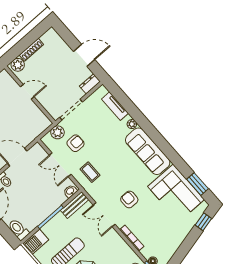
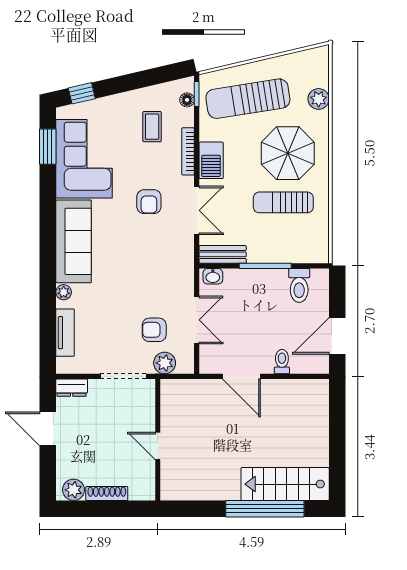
plant: (18, 65) -> (73, 490), moved
coffee table: (90, 172) -> (152, 127), moved
toilet: (18, 229) -> (299, 285), moved
barbecue: (36, 242) -> (211, 160), moved, turned 90

